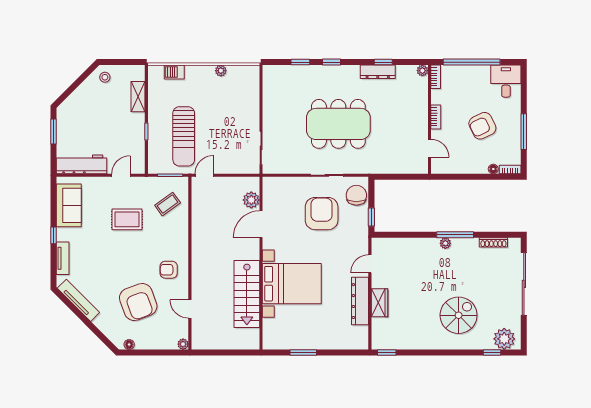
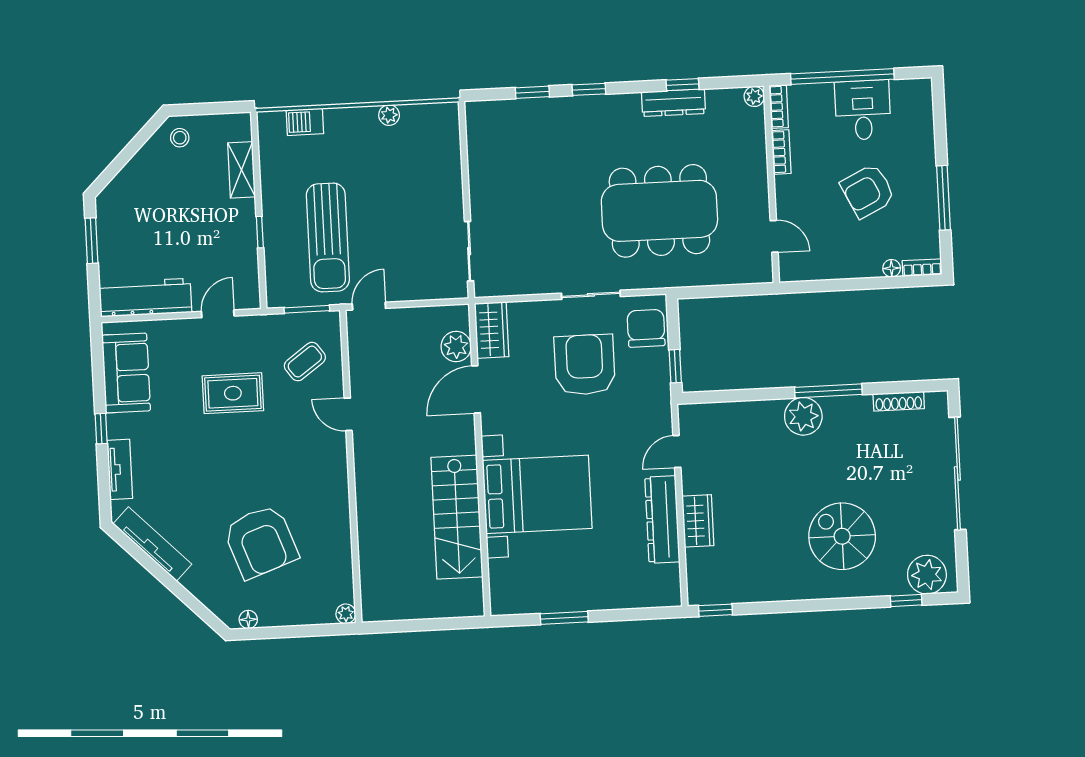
desk: (506, 81) -> (863, 110), moved
bookcase: (436, 117) -> (781, 152), moved
dining table: (338, 124) -> (659, 211), moved
wardrobe: (271, 192) -> (492, 330), added
plant: (445, 243) -> (803, 416), width x1.87, depth x1.87
armchair: (169, 270) -> (313, 480), removed
door: (190, 309) -> (348, 414), moved
spiral stairs: (459, 315) -> (842, 536), turned -90

